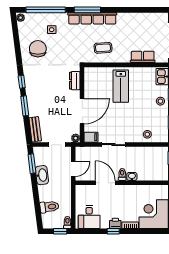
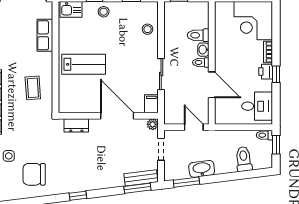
window: (25, 106) -> (137, 188), moved
toilet: (143, 172) -> (198, 35), added
door: (105, 183) -> (212, 85), swing flipped

